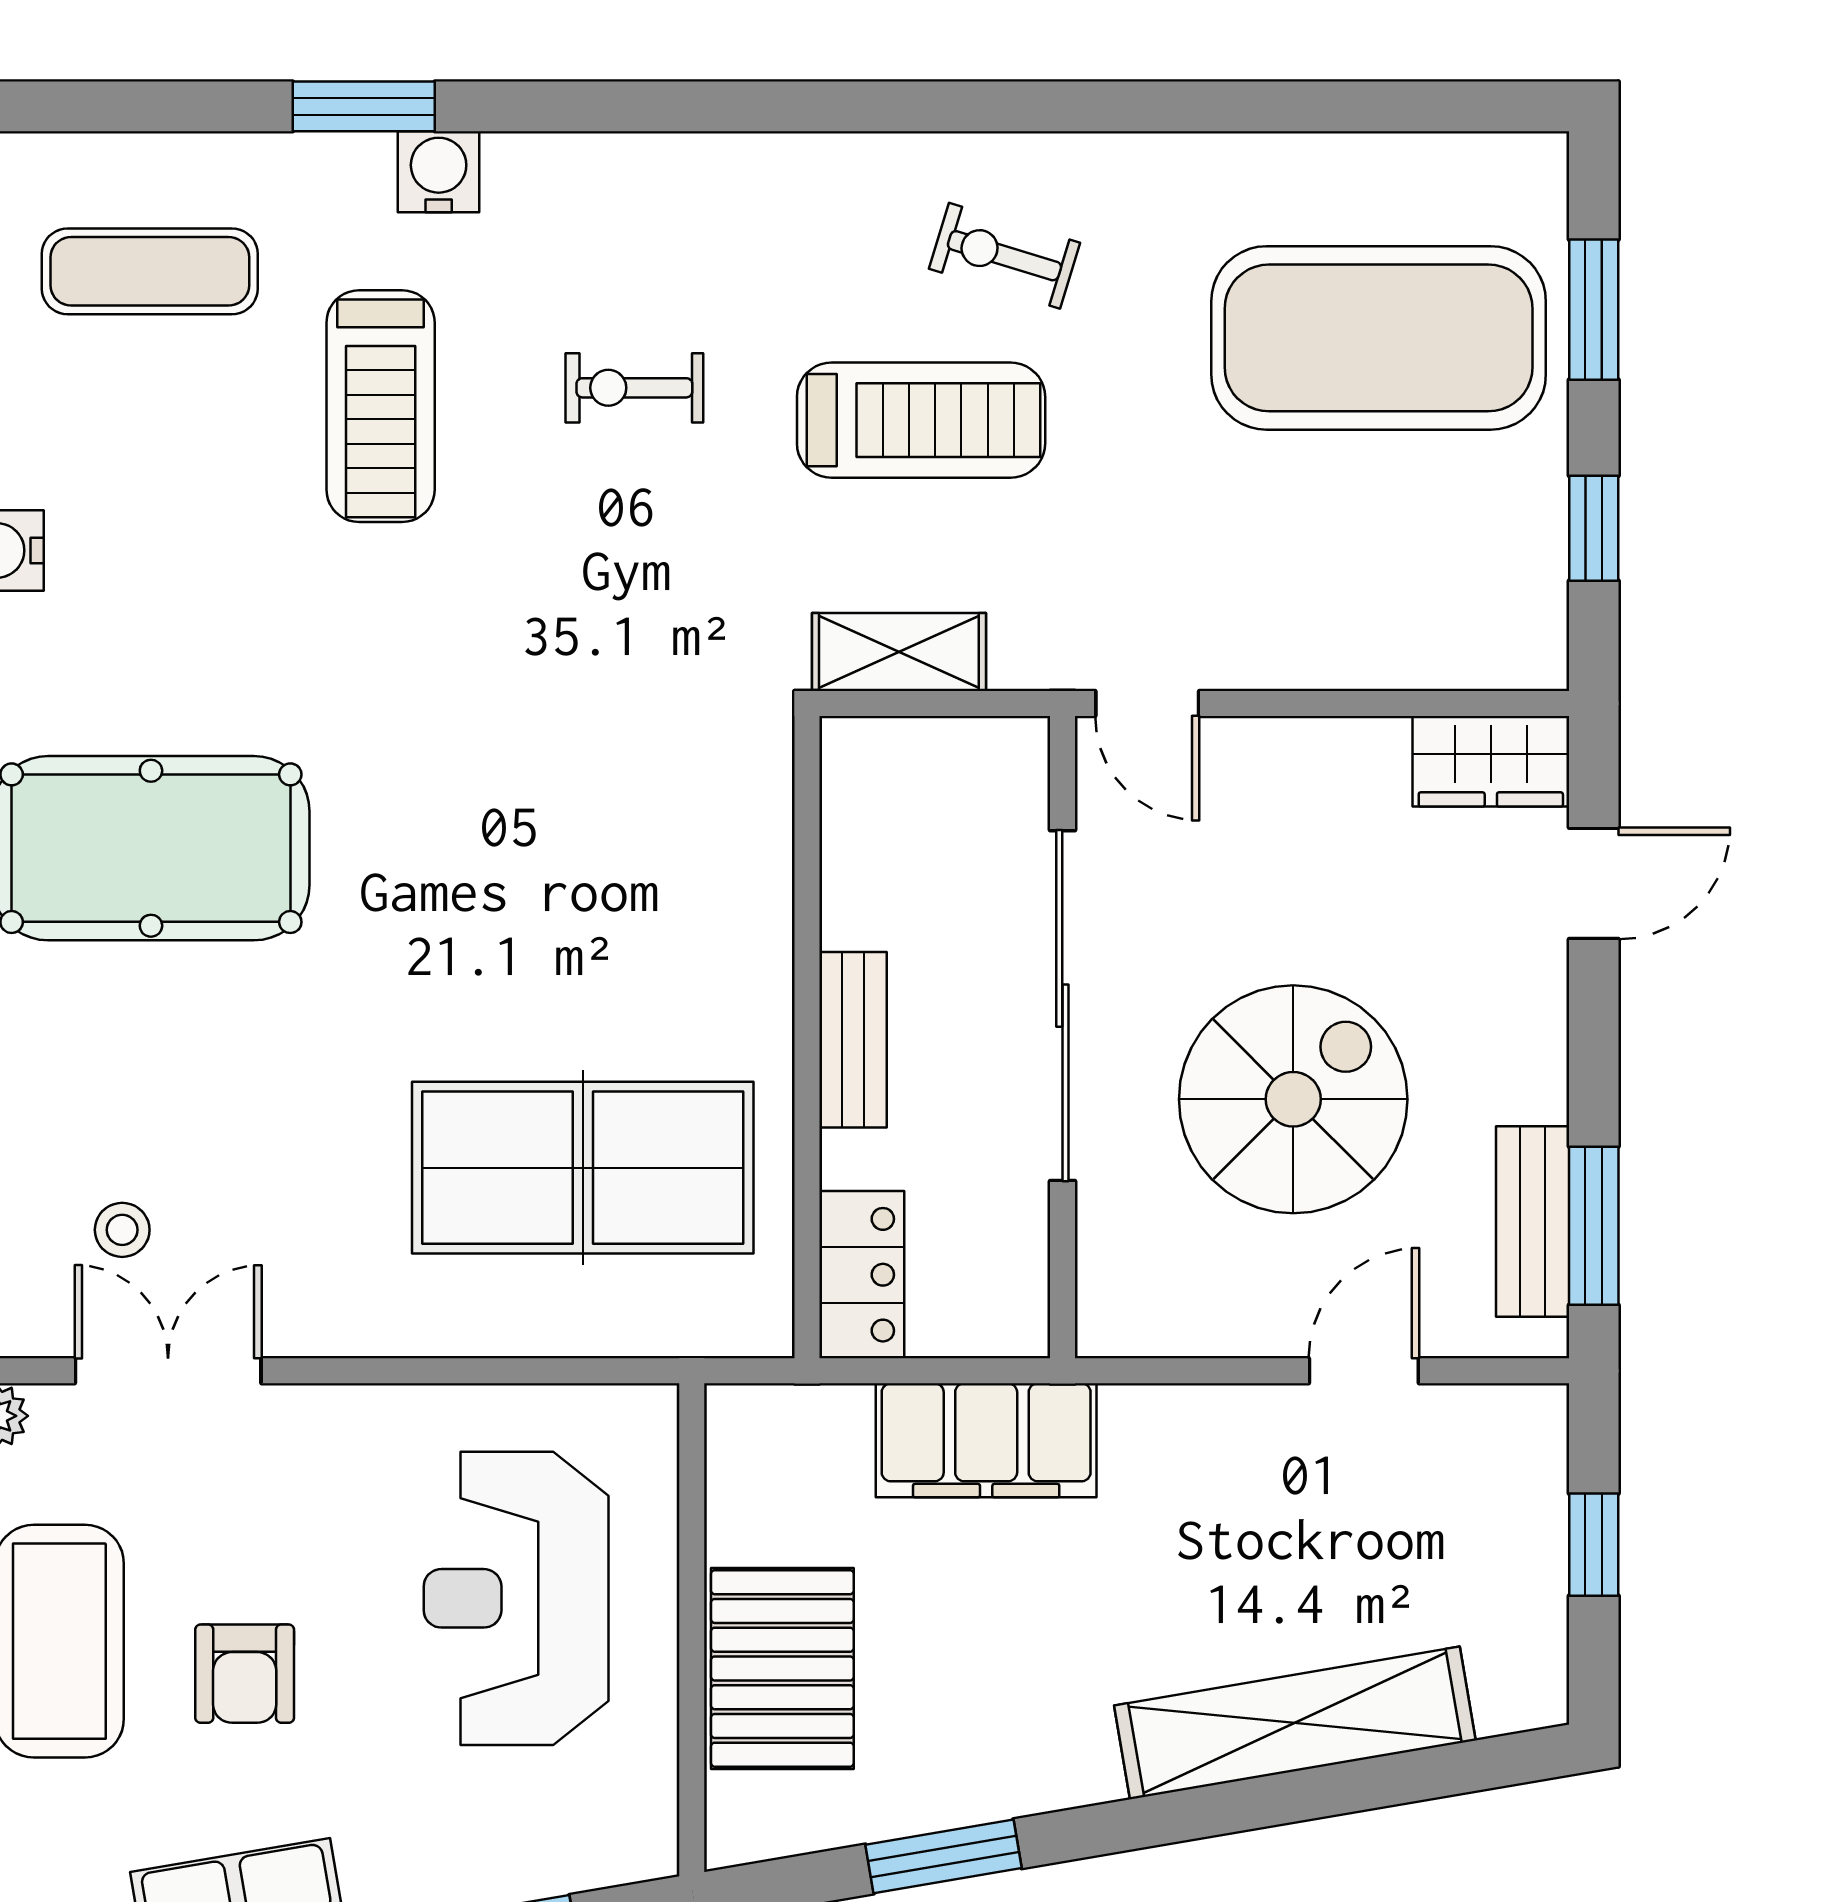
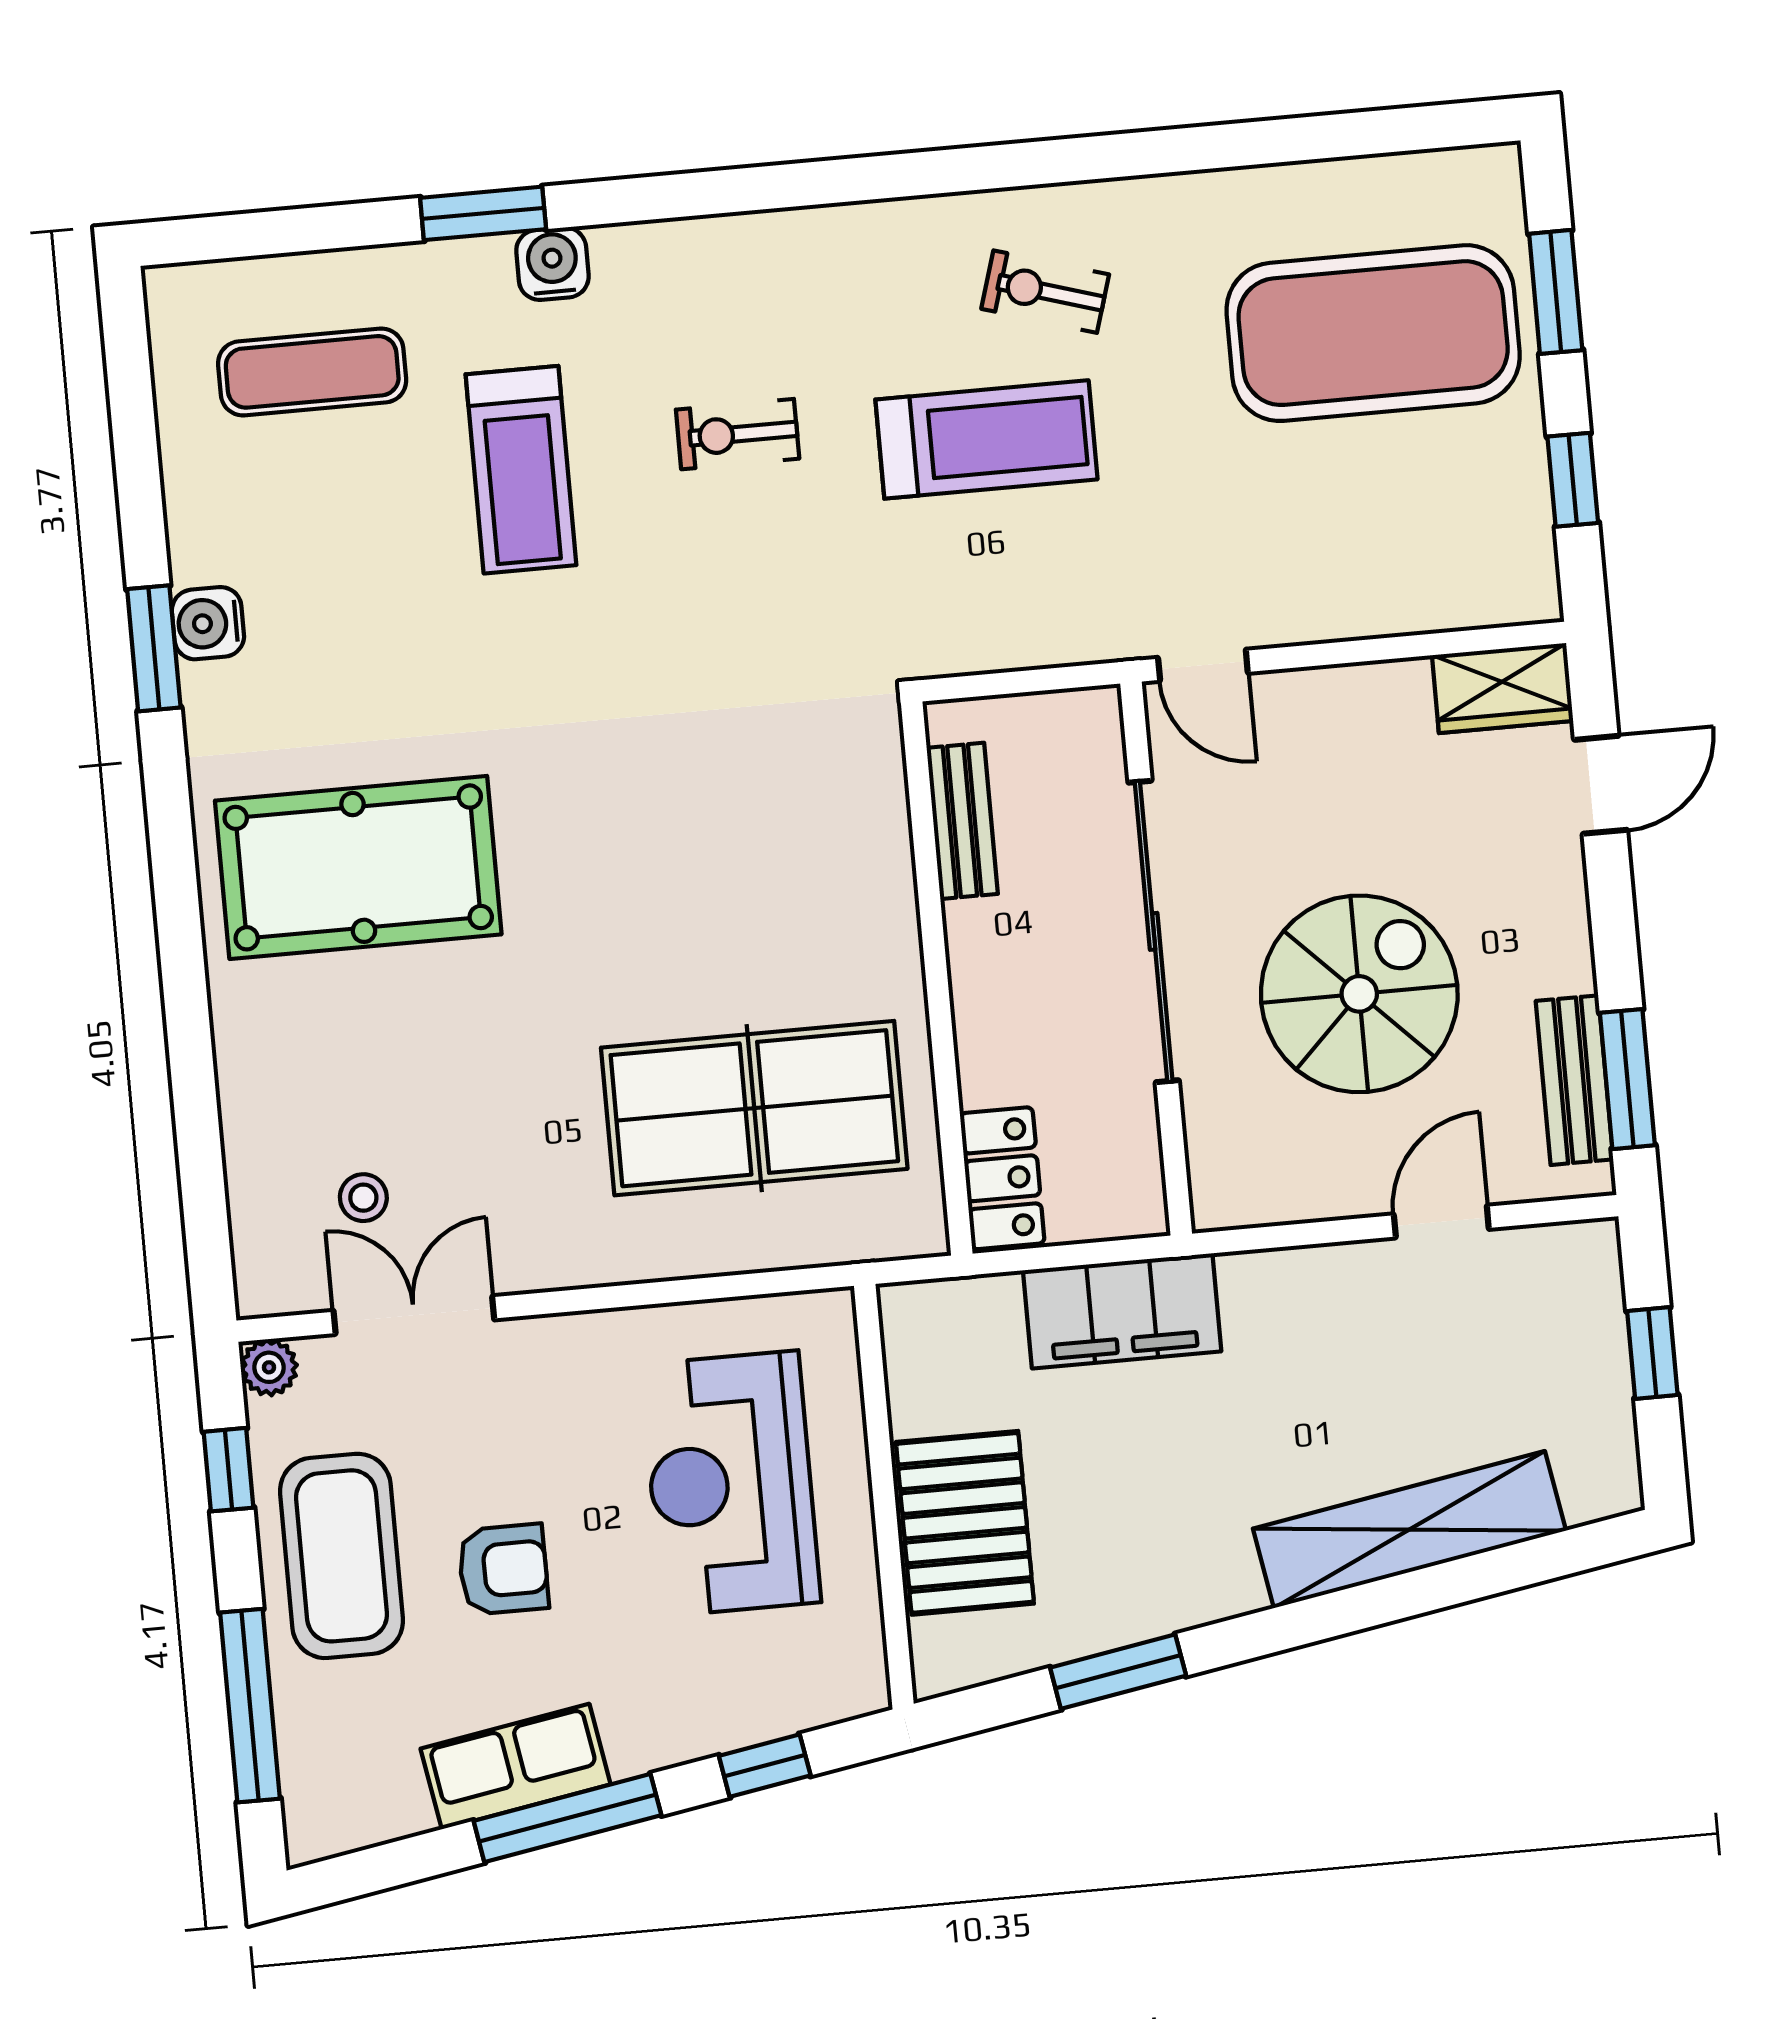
shelving: (899, 652) -> (986, 640), removed
bench: (853, 1040) -> (962, 821), moved
armchair: (245, 1674) -> (503, 1569), turned -90

